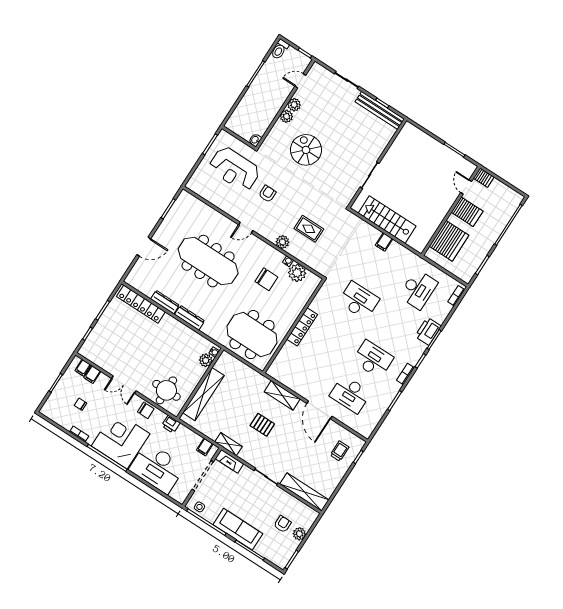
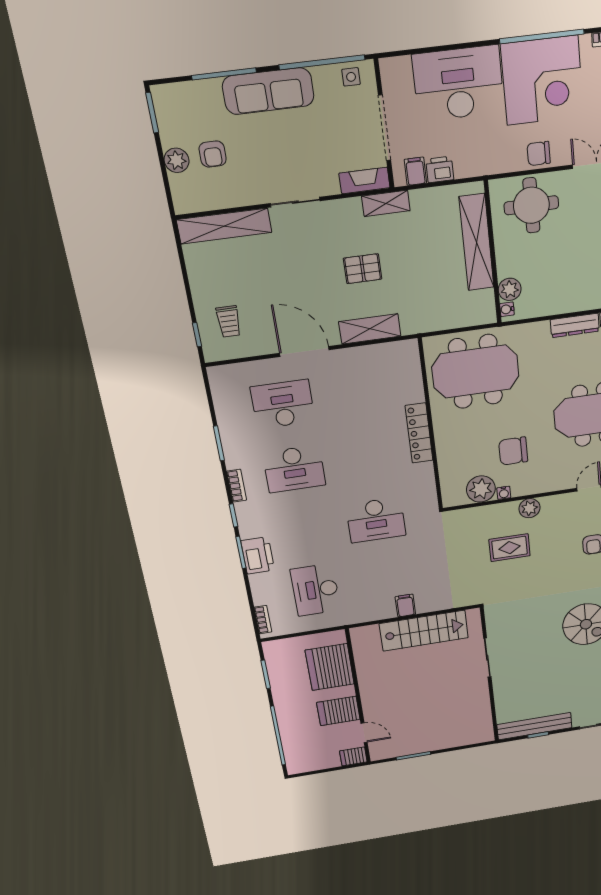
printer: (171, 424) -> (440, 169), moved

